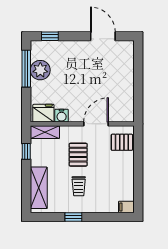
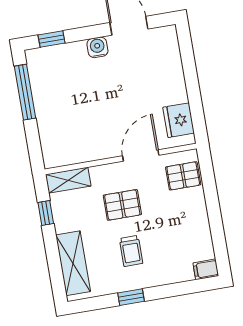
plant: (40, 70) -> (46, 91), removed
fridge: (43, 113) -> (179, 120), moved, turned -90
water cooler: (62, 116) -> (97, 47), moved, turned 180
pallet: (78, 155) -> (122, 205), turned 90

